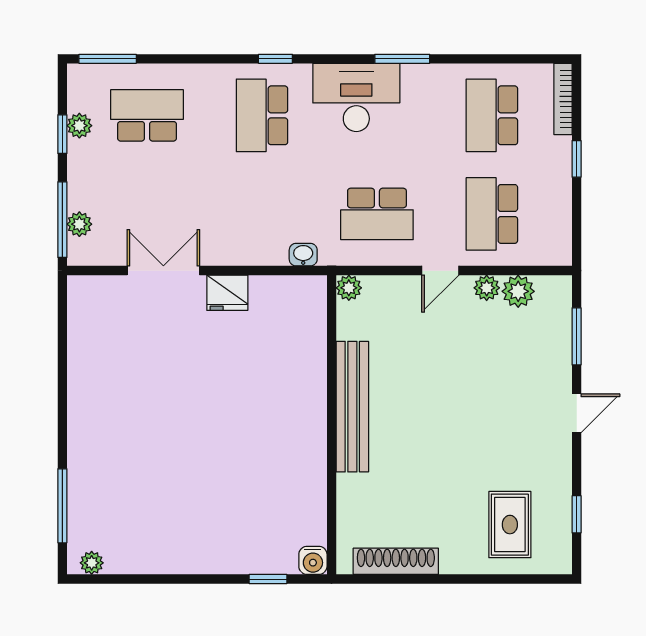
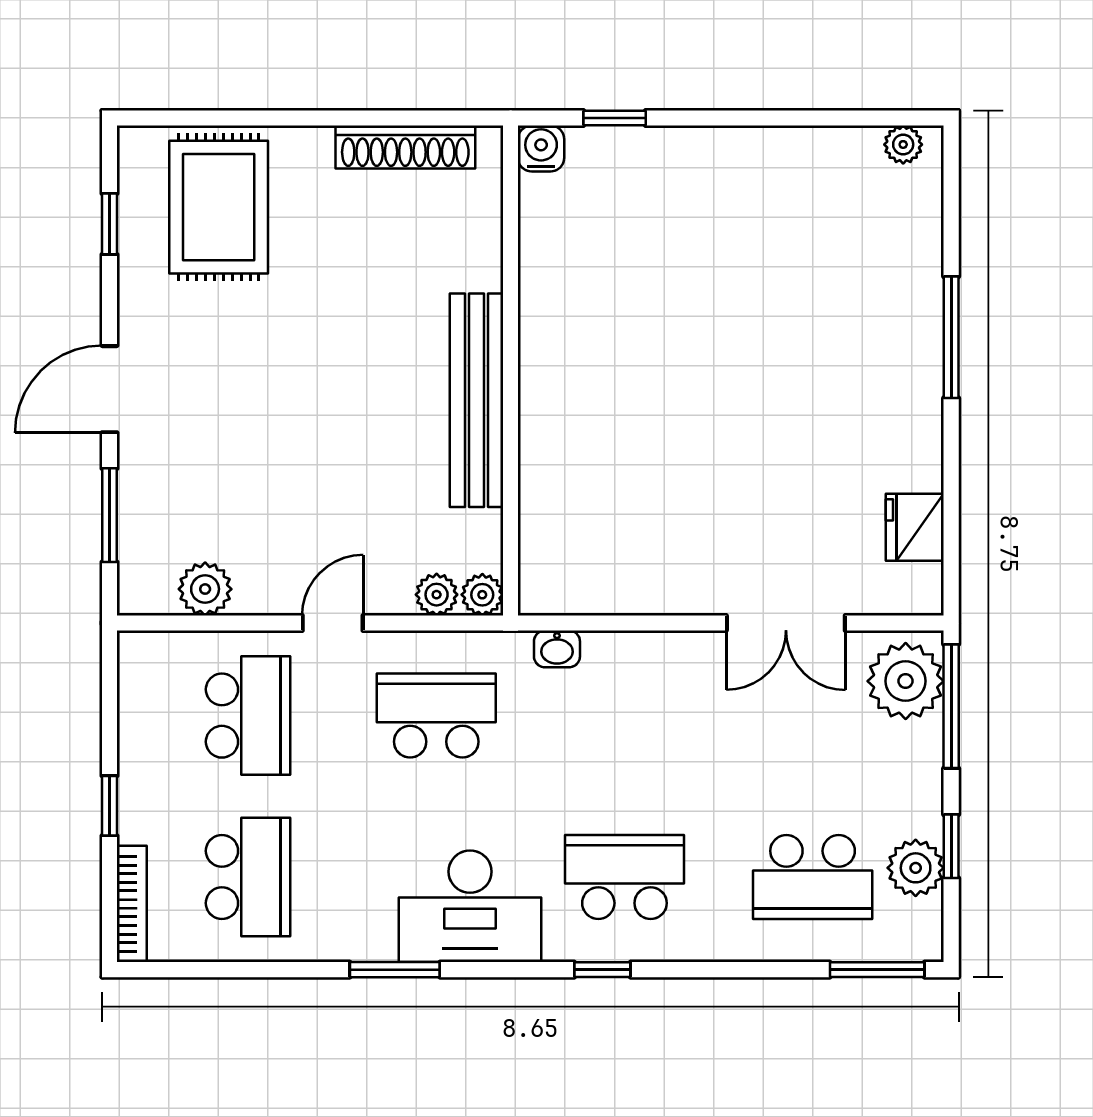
school desk: (262, 115) -> (624, 877), turned -90
plant: (79, 126) -> (916, 868), width x1.38, depth x1.38
plant: (79, 224) -> (906, 681), width x1.87, depth x1.87
plant: (487, 288) -> (437, 595), moved
fridge: (227, 293) -> (915, 527), moved, turned -90
door: (577, 413) -> (109, 389), width x1.38
window: (62, 506) -> (951, 337), moved
rug: (510, 525) -> (219, 207), width x1.36, depth x1.43

